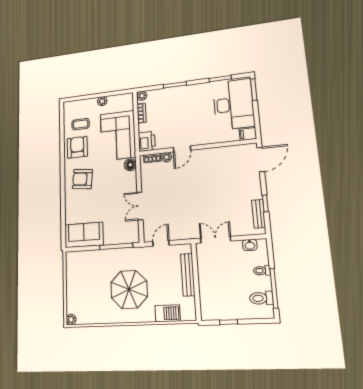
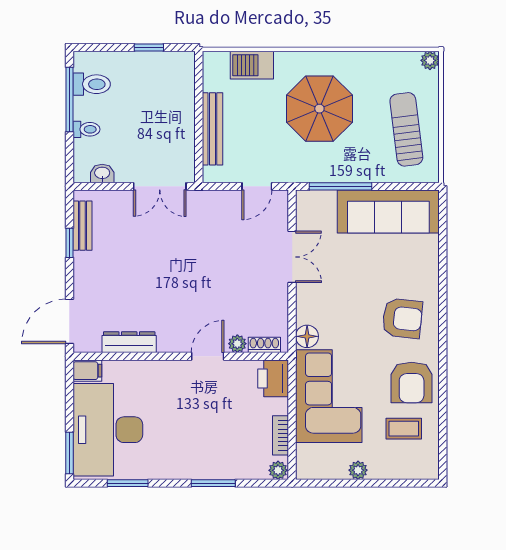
dresser: (226, 152) -> (129, 342), added
sofa: (84, 235) -> (388, 212), width x1.36
sun lounger: (83, 280) -> (406, 129), added

